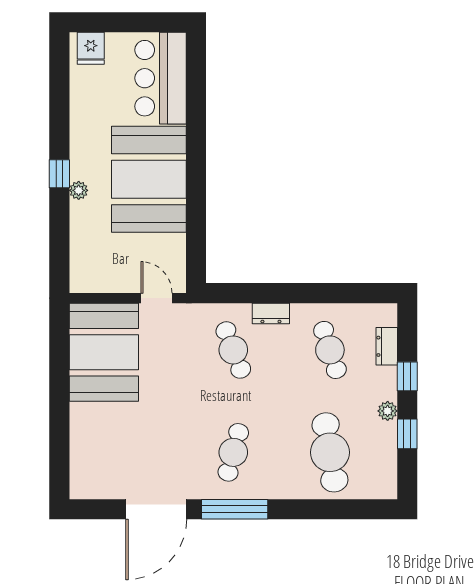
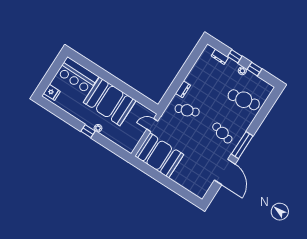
cafe table: (330, 350) -> (209, 77), removed

